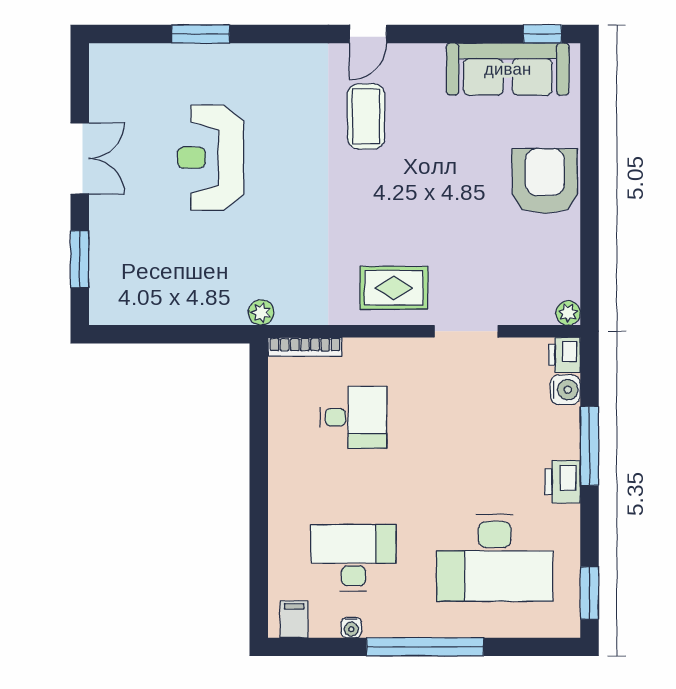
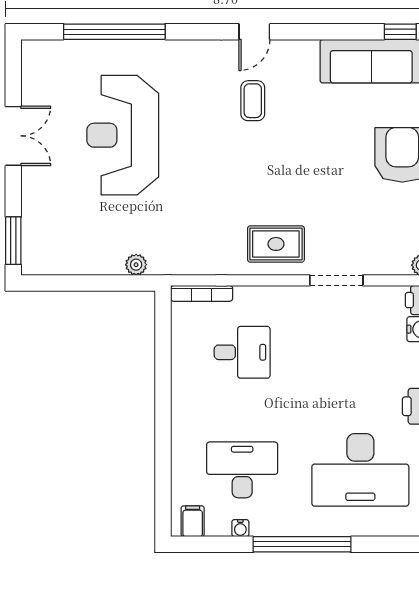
window: (201, 34) -> (114, 32), width x2.11
coffee table: (366, 116) -> (253, 101), width x0.73, depth x0.77
reception desk: (211, 158) -> (123, 135), width x1.36, depth x1.30
window: (80, 259) -> (13, 241), moved
plant: (261, 312) -> (136, 265), moved

